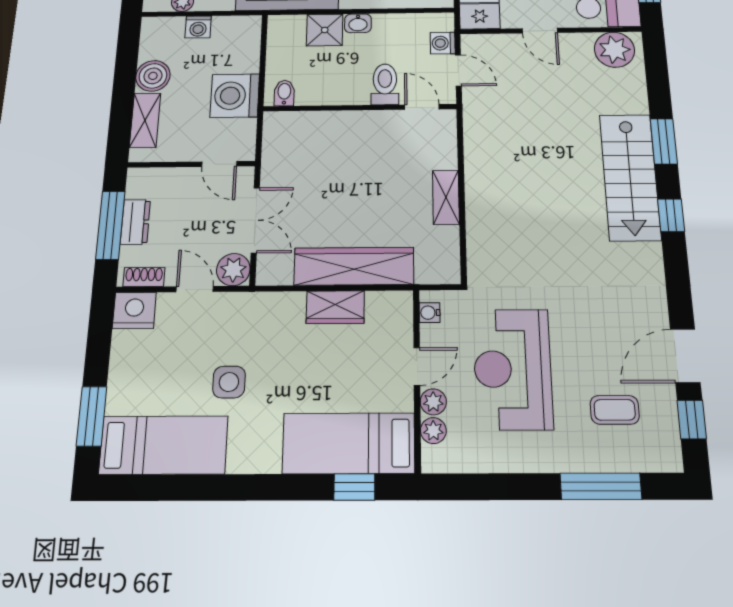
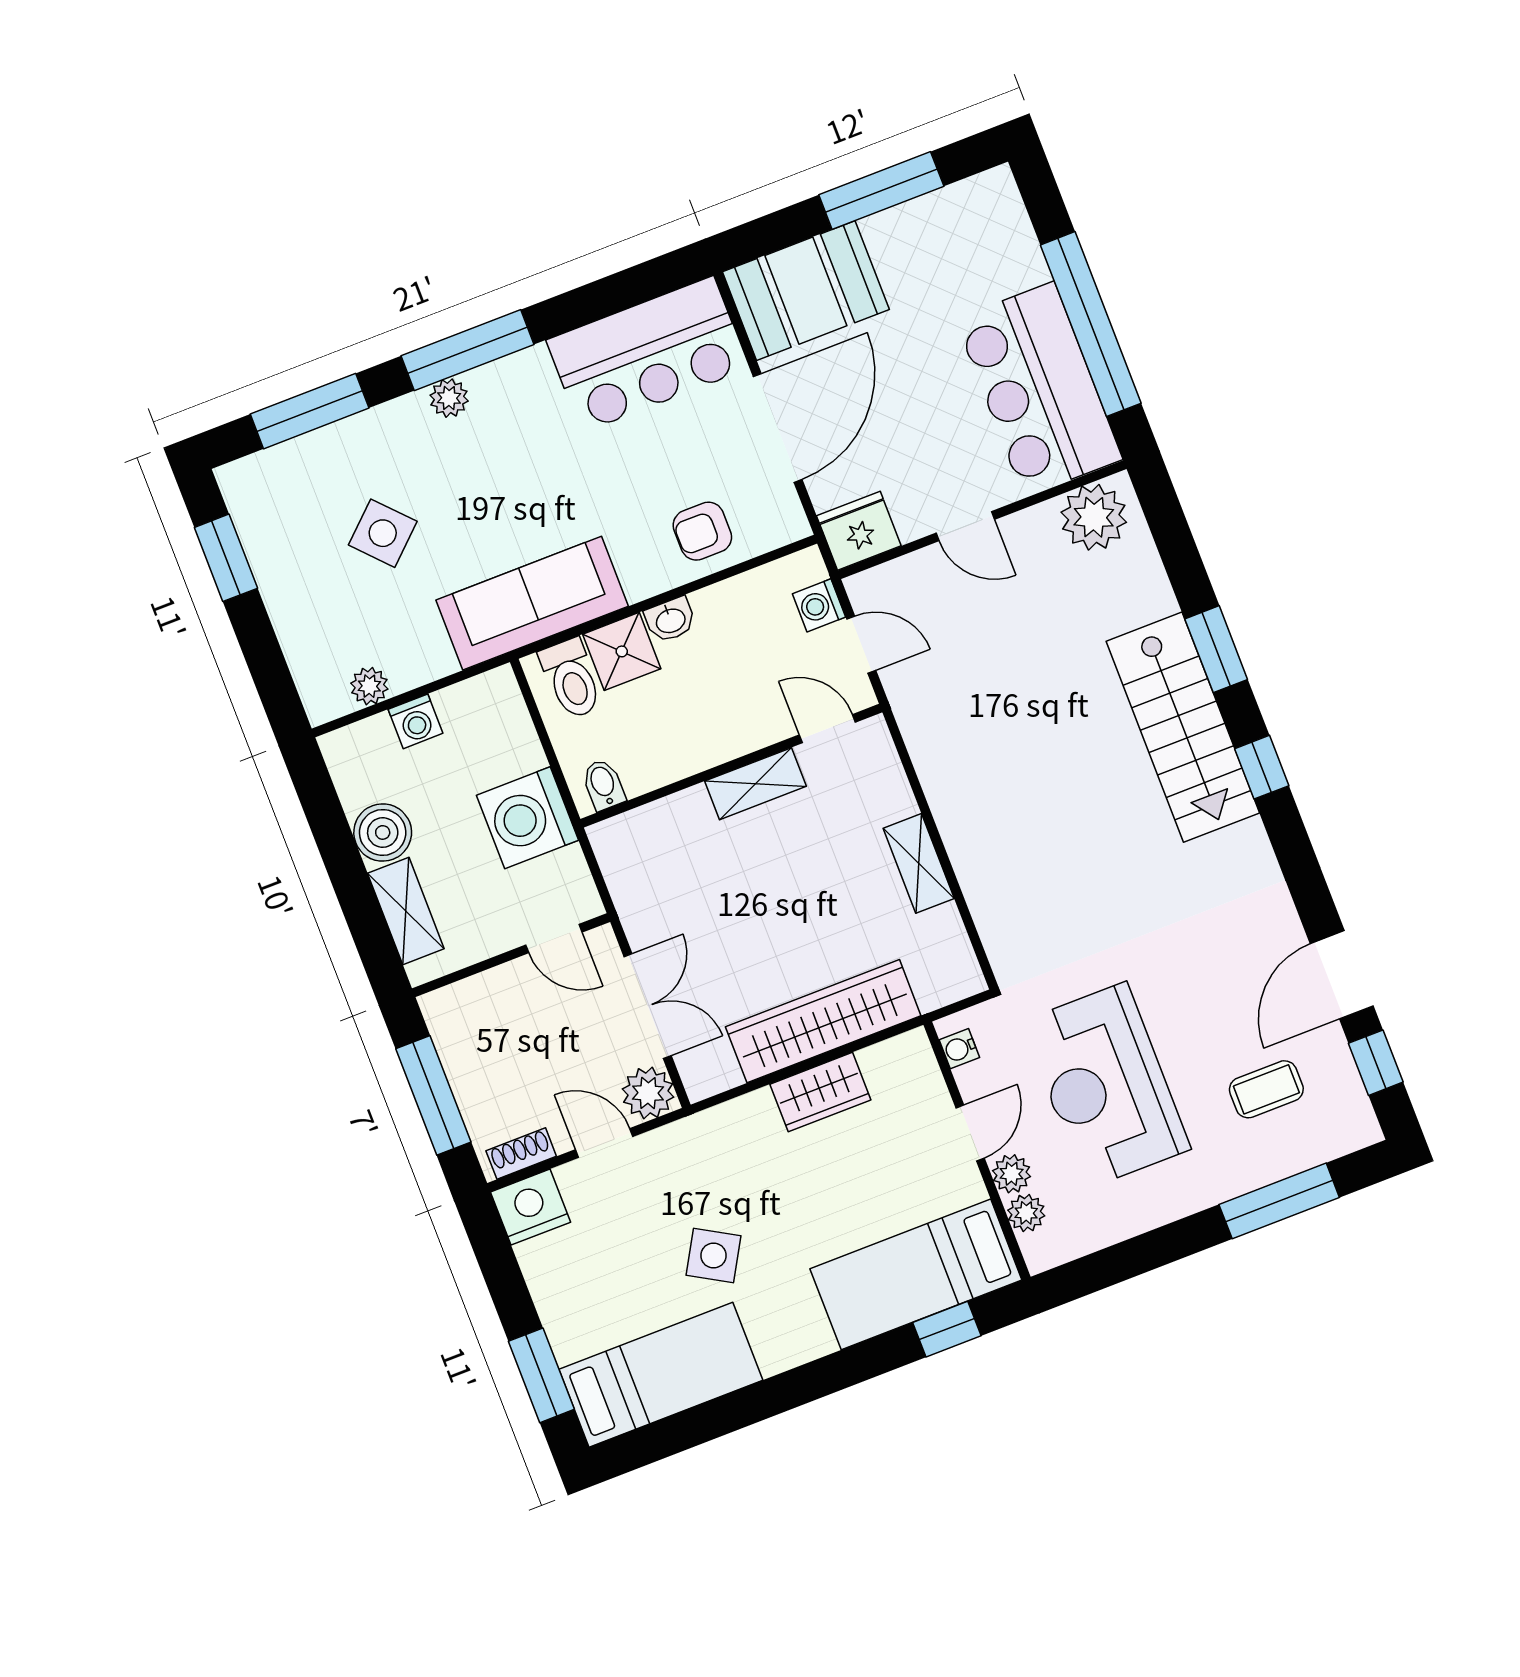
toilet: (385, 84) -> (571, 679), moved, turned 180
shelving: (369, 122) -> (755, 784), added
dresser: (135, 222) -> (469, 1077), removed
side table: (229, 382) -> (714, 1256), turned 30

